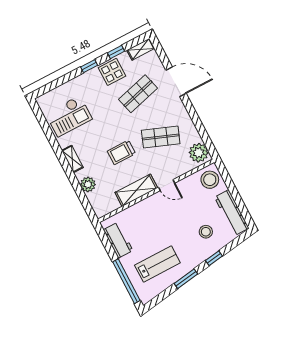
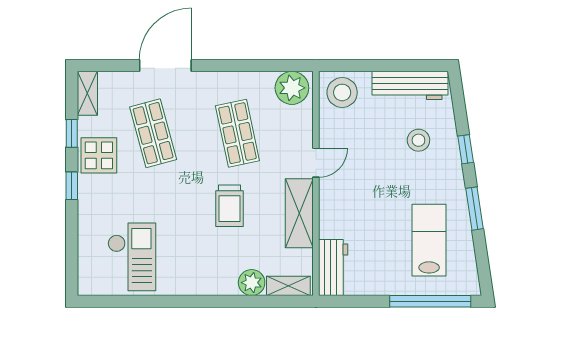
shop shelf: (161, 137) -> (237, 133), turned -33
shelving: (72, 159) -> (288, 286), moved
workbench: (118, 240) -> (333, 268), moved, turned 90

